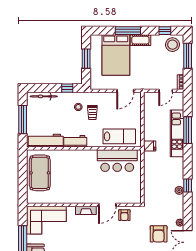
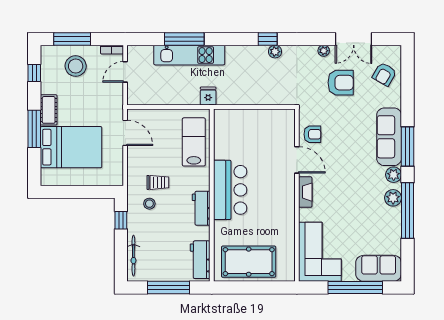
stool: (172, 45) -> (76, 66), moved
window: (86, 59) -> (77, 192), removed
door: (166, 91) -> (125, 72), swing flipped
workbench: (46, 141) -> (200, 260), width x0.73
bar counter: (117, 161) -> (230, 190), moved

